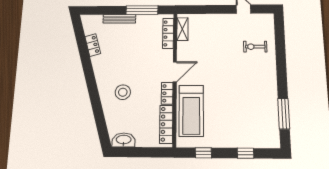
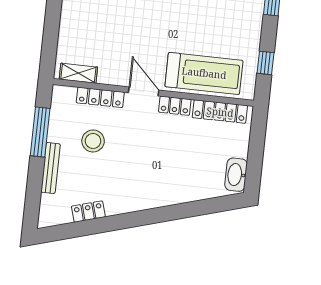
locker: (168, 33) -> (100, 97), moved
stool: (123, 92) -> (93, 141), moved

